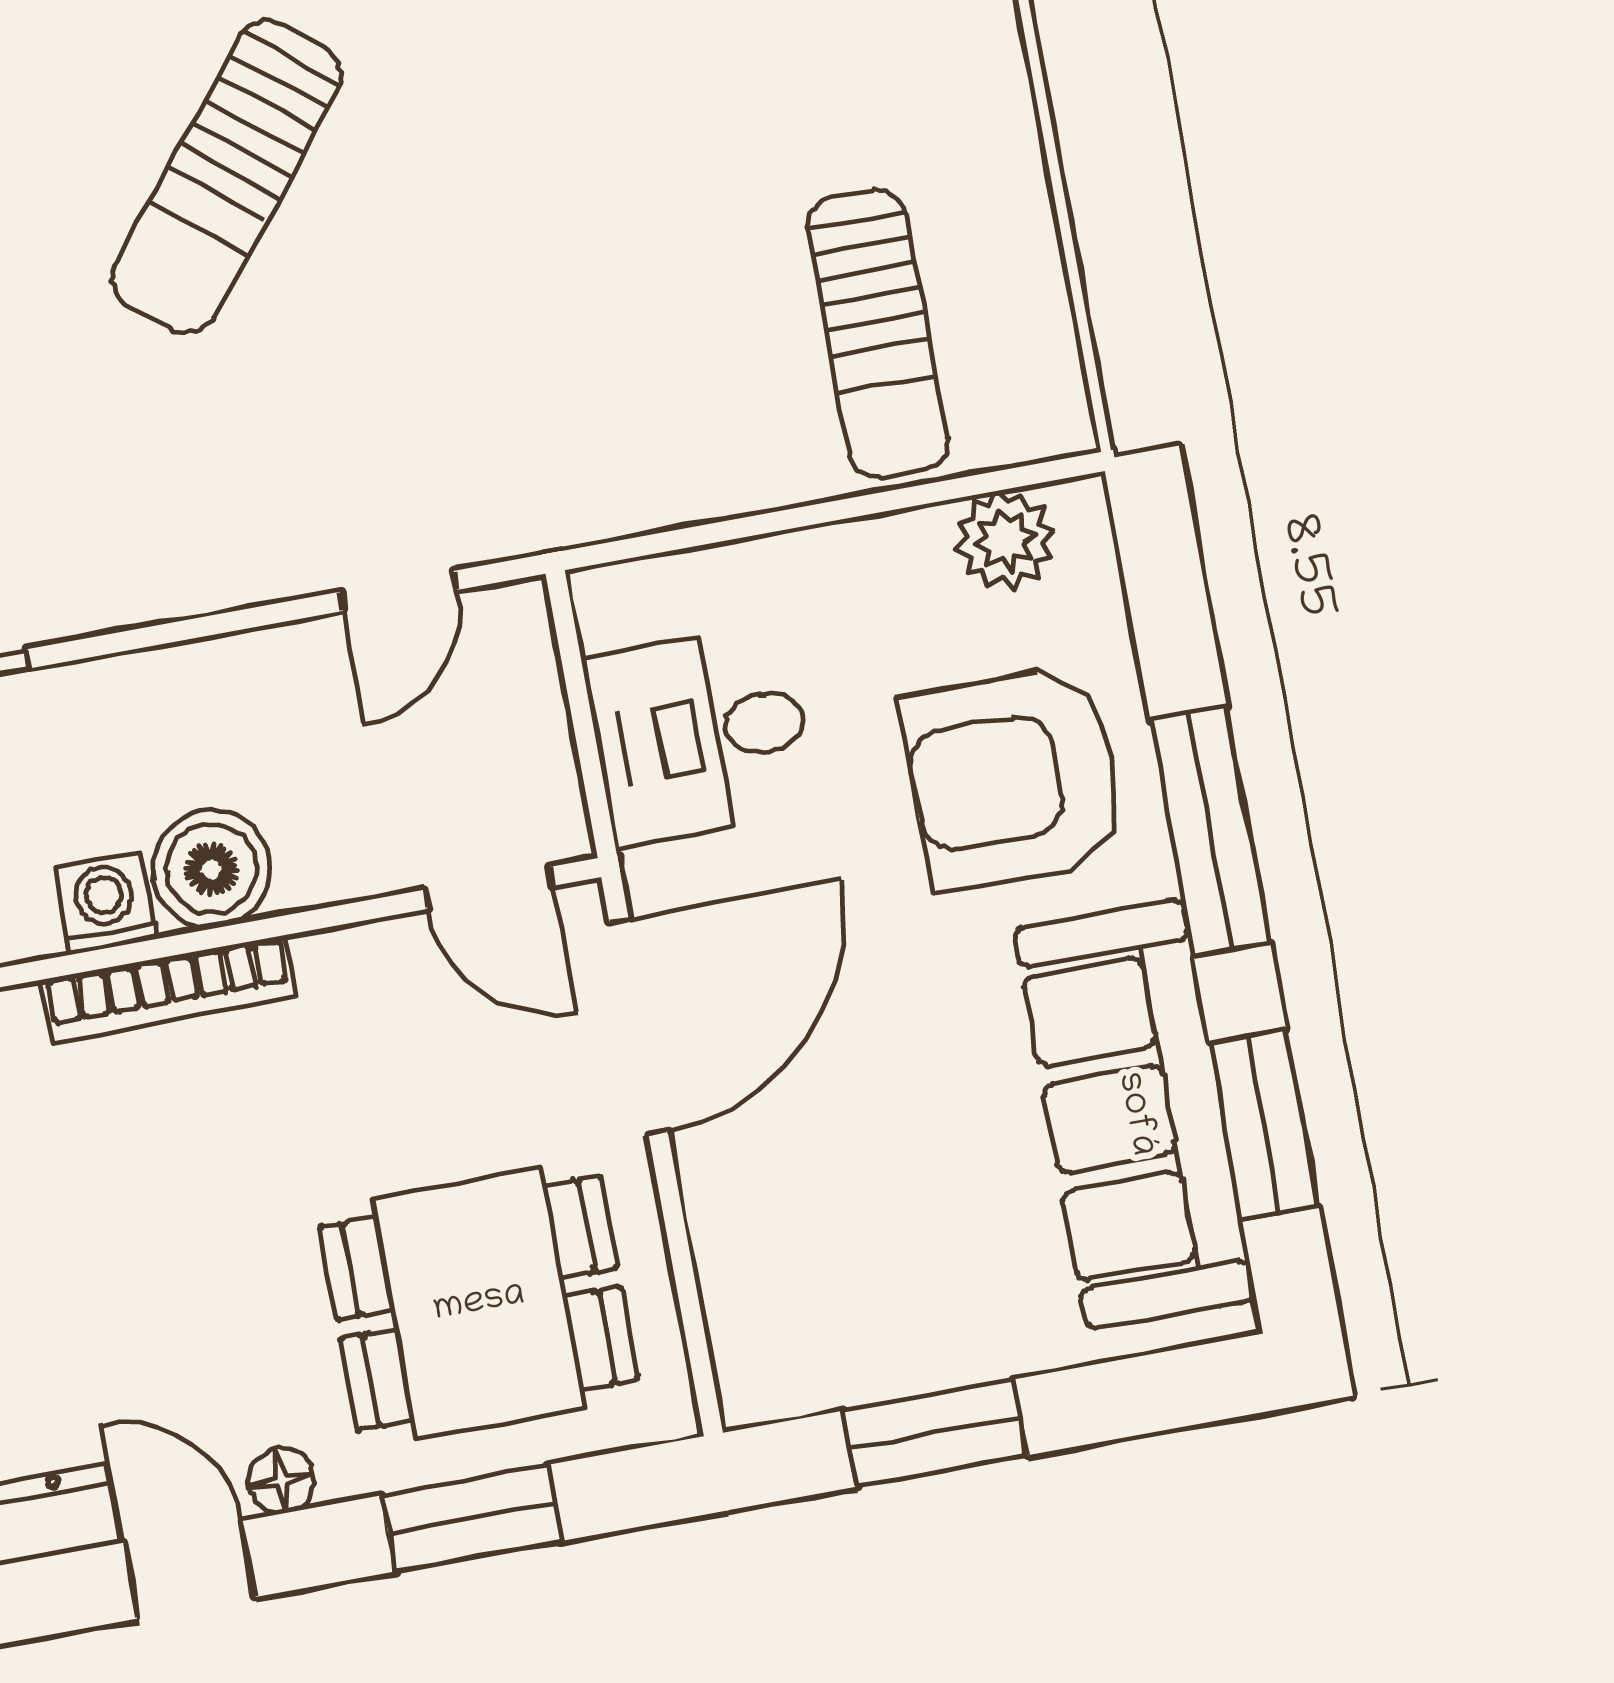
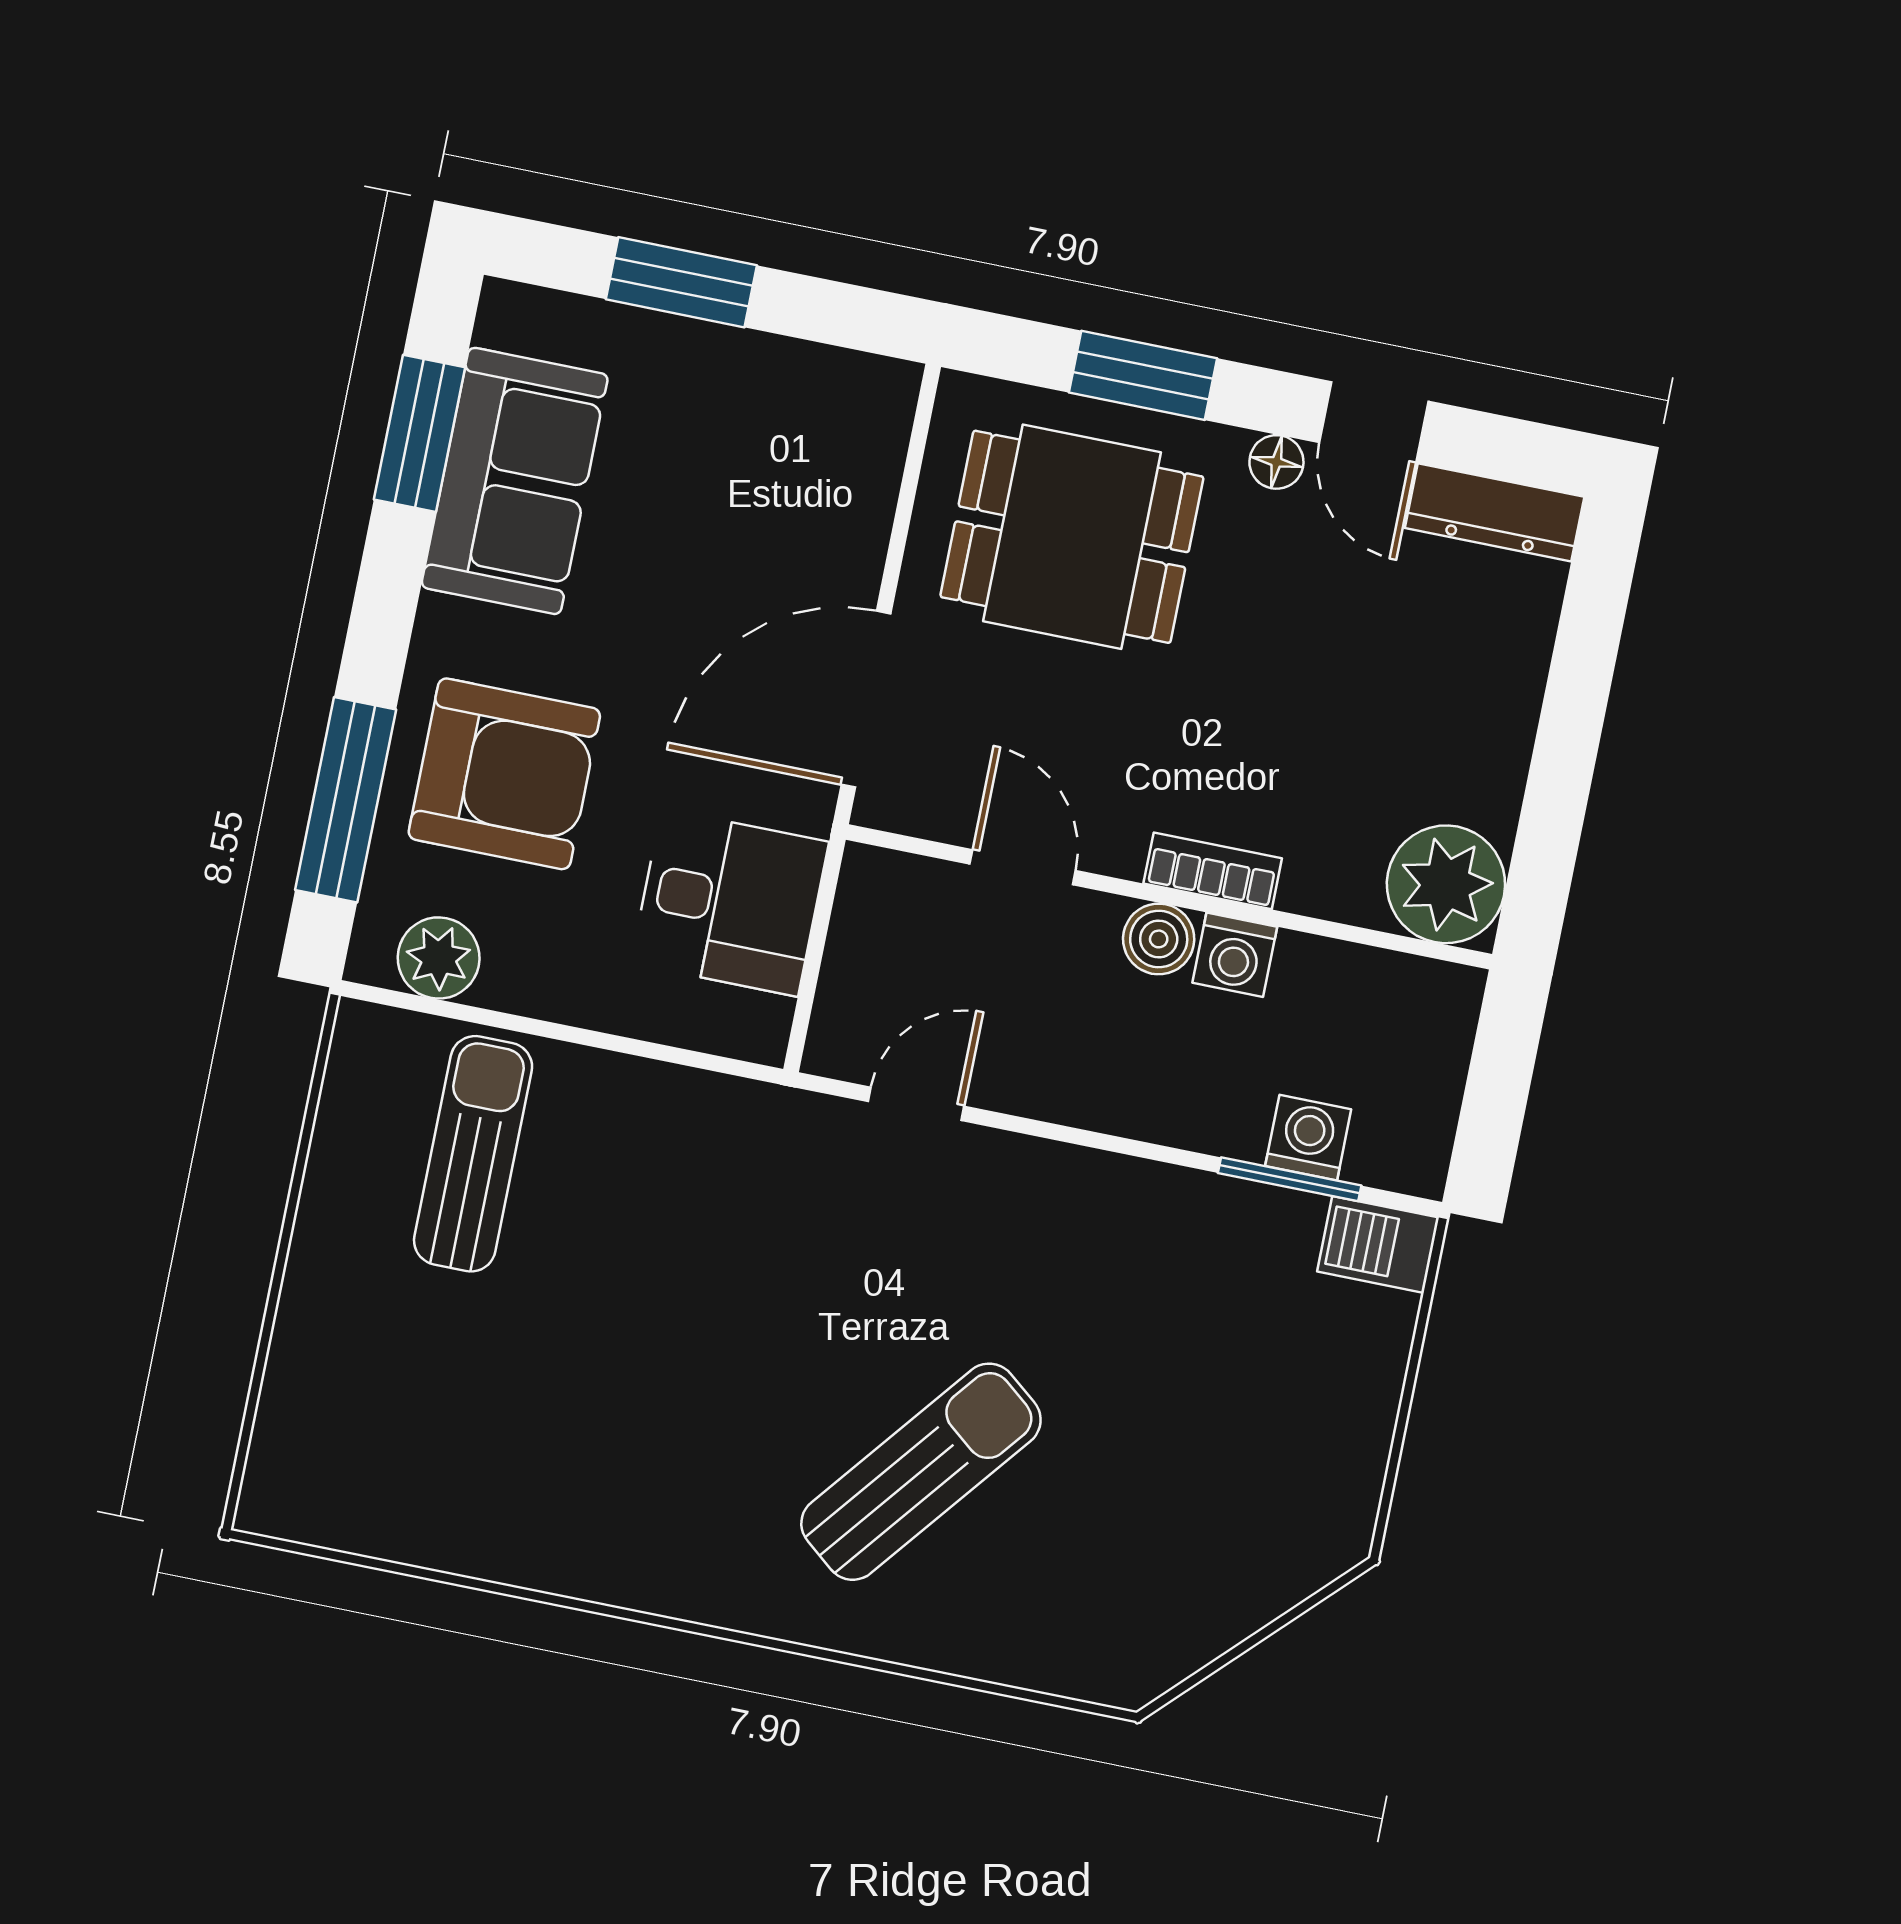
window: (1210, 831) -> (346, 800), moved
boiler: (211, 869) -> (1159, 939), width x0.73, depth x0.73
door: (489, 888) -> (1023, 867), moved
bookcase: (168, 989) -> (1213, 871), width x0.64
sofa: (1135, 1114) -> (515, 481), width x0.73
window: (935, 1433) -> (681, 282), moved

